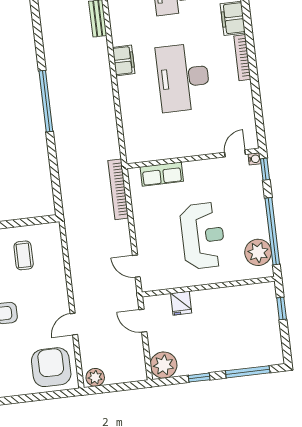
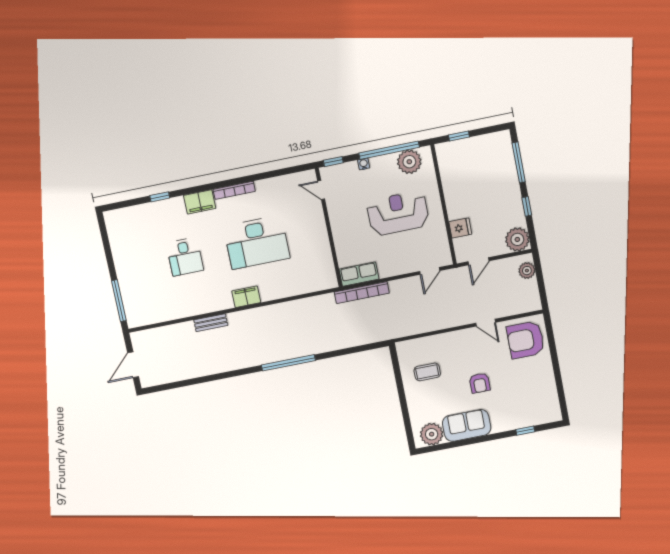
water cooler: (254, 159) -> (364, 164), moved
row of seats: (162, 174) -> (359, 274), moved, turned -90
plant: (95, 377) -> (527, 271), moved

